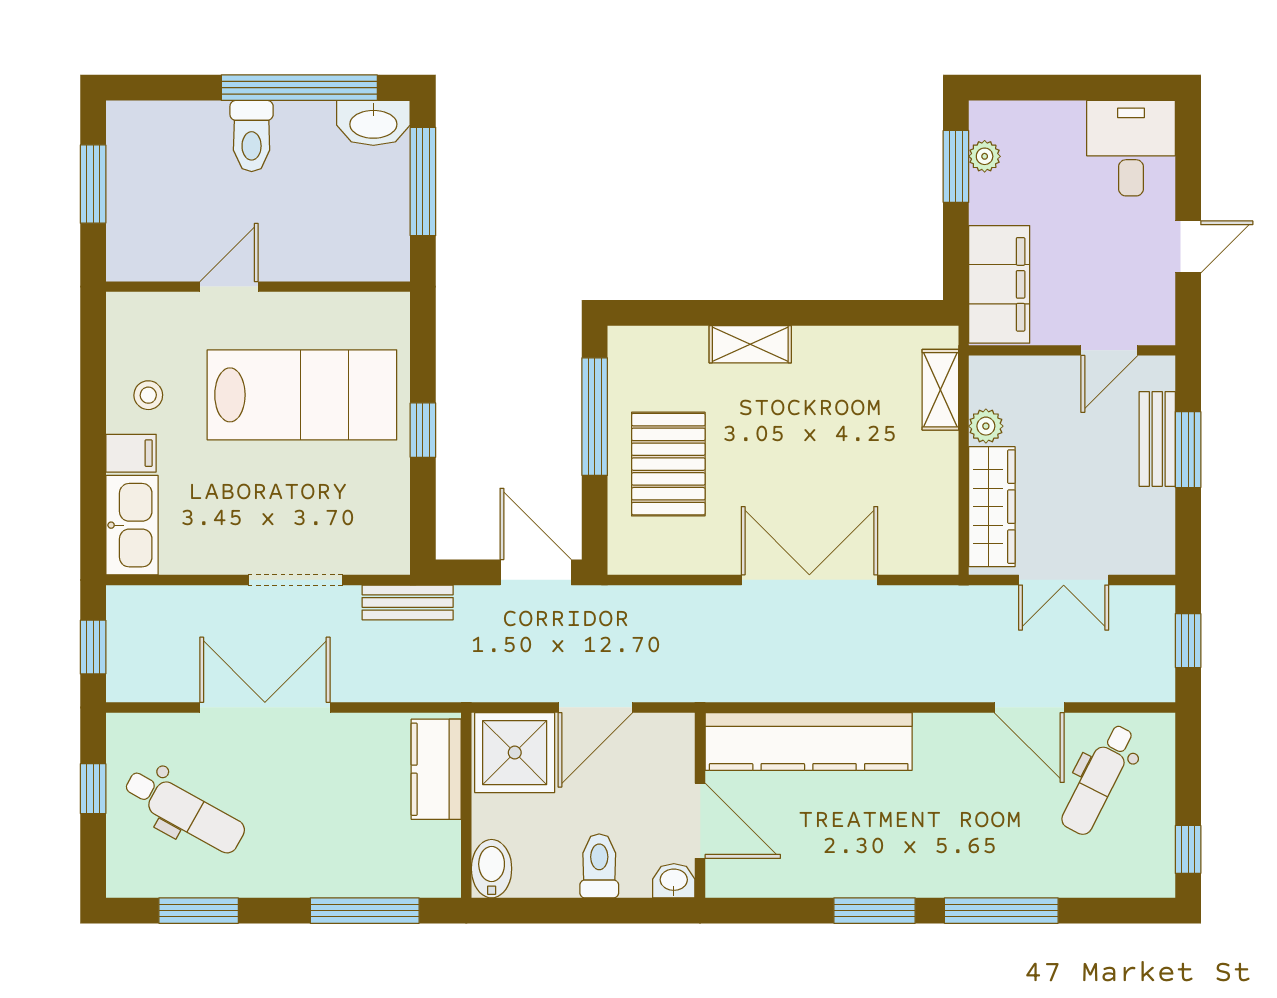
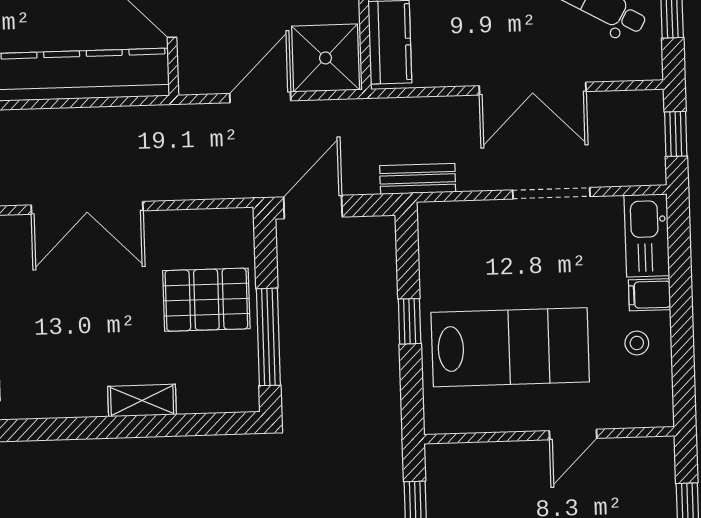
lab bench: (302, 395) -> (510, 347), turned 180
pallet: (668, 464) -> (206, 300), turned 90
door: (536, 572) -> (313, 207), swing flipped
doorway: (296, 580) -> (551, 193), moved

